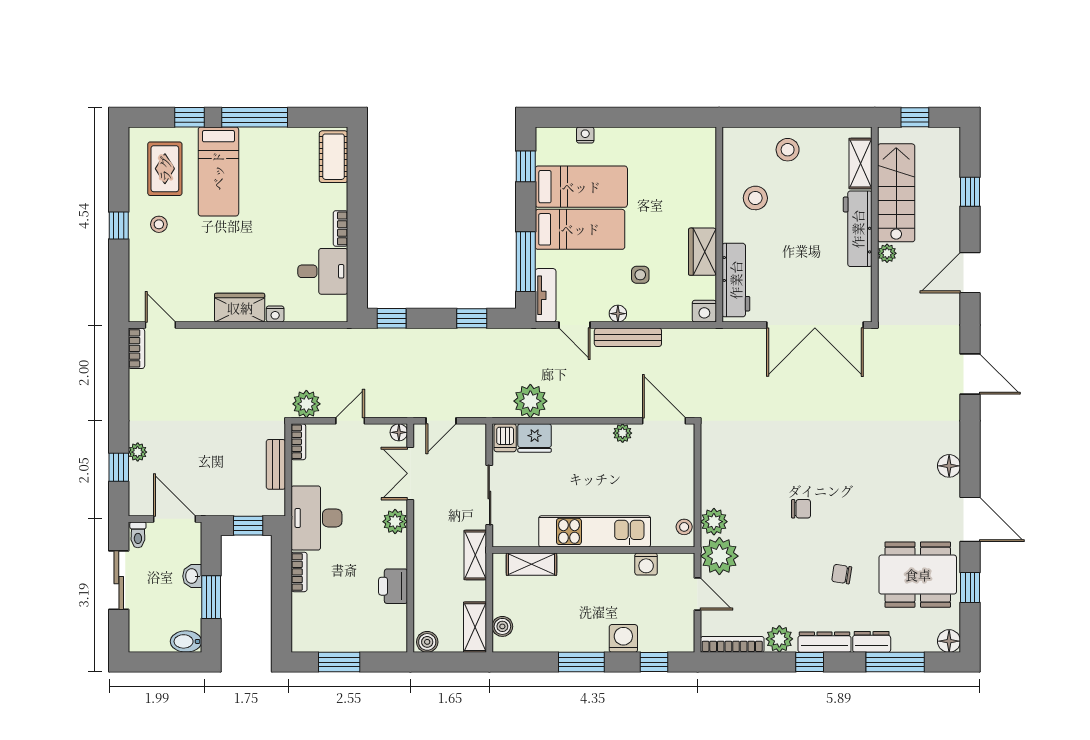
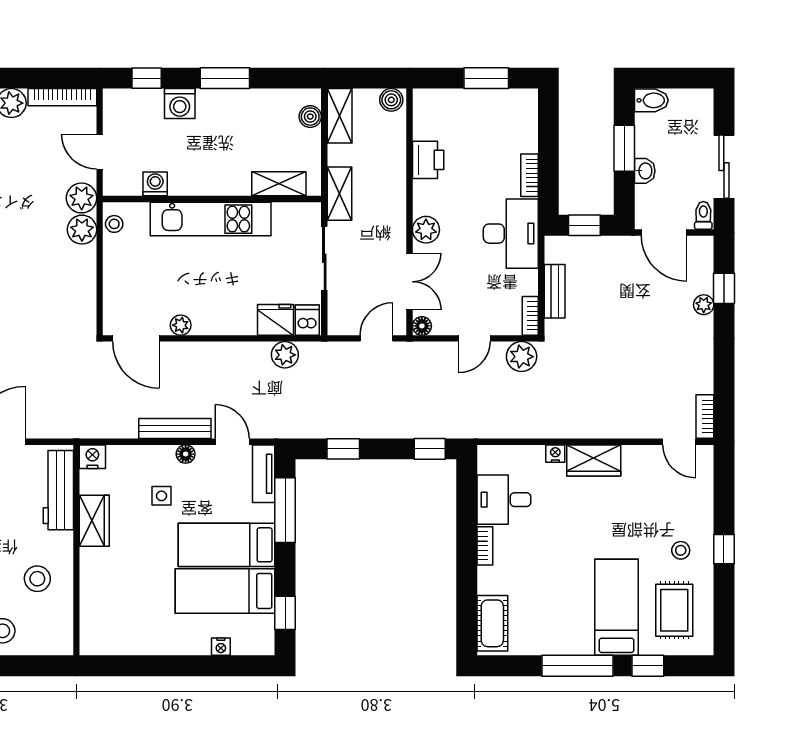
plant: (530, 401) -> (285, 355), width x0.73, depth x0.73
plant: (719, 556) -> (82, 198), width x0.73, depth x0.73

